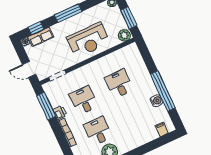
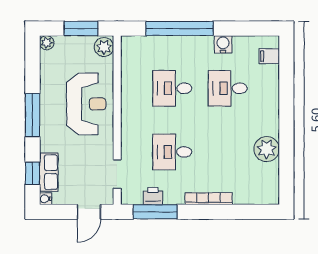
window: (163, 91) -> (179, 28), moved
printer: (60, 113) -> (153, 196), moved
desk: (98, 131) -> (228, 88), moved

